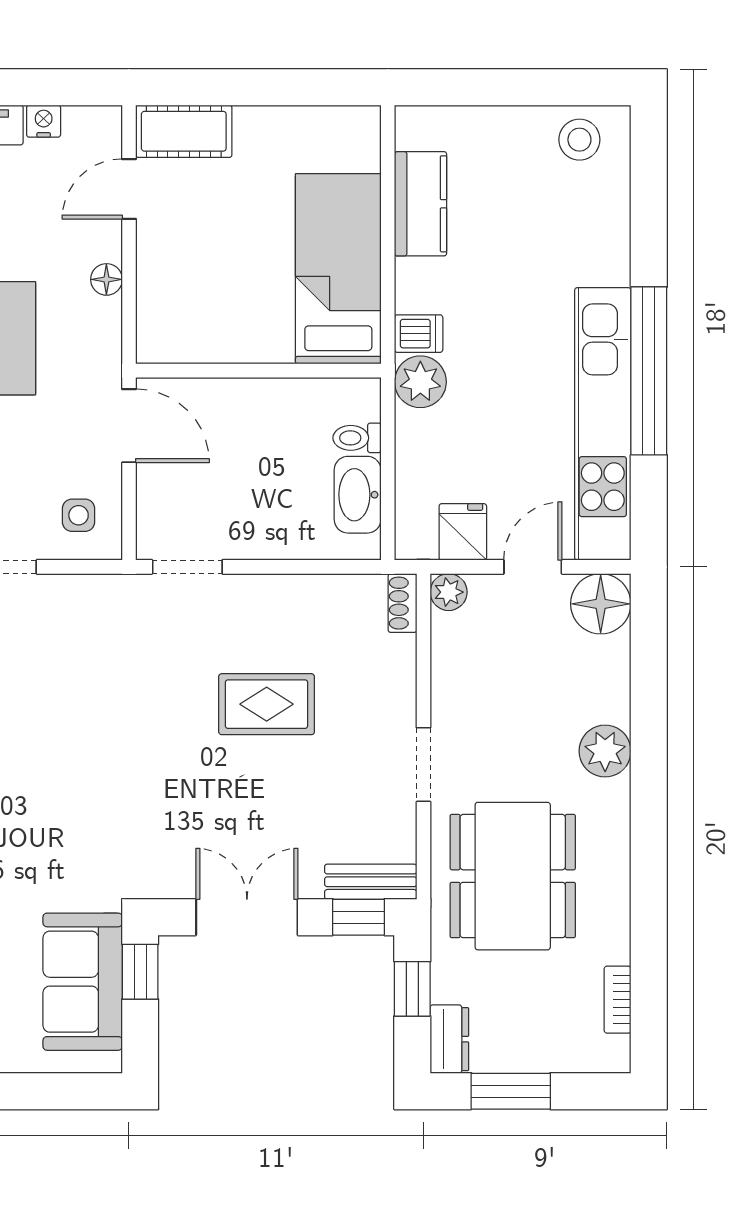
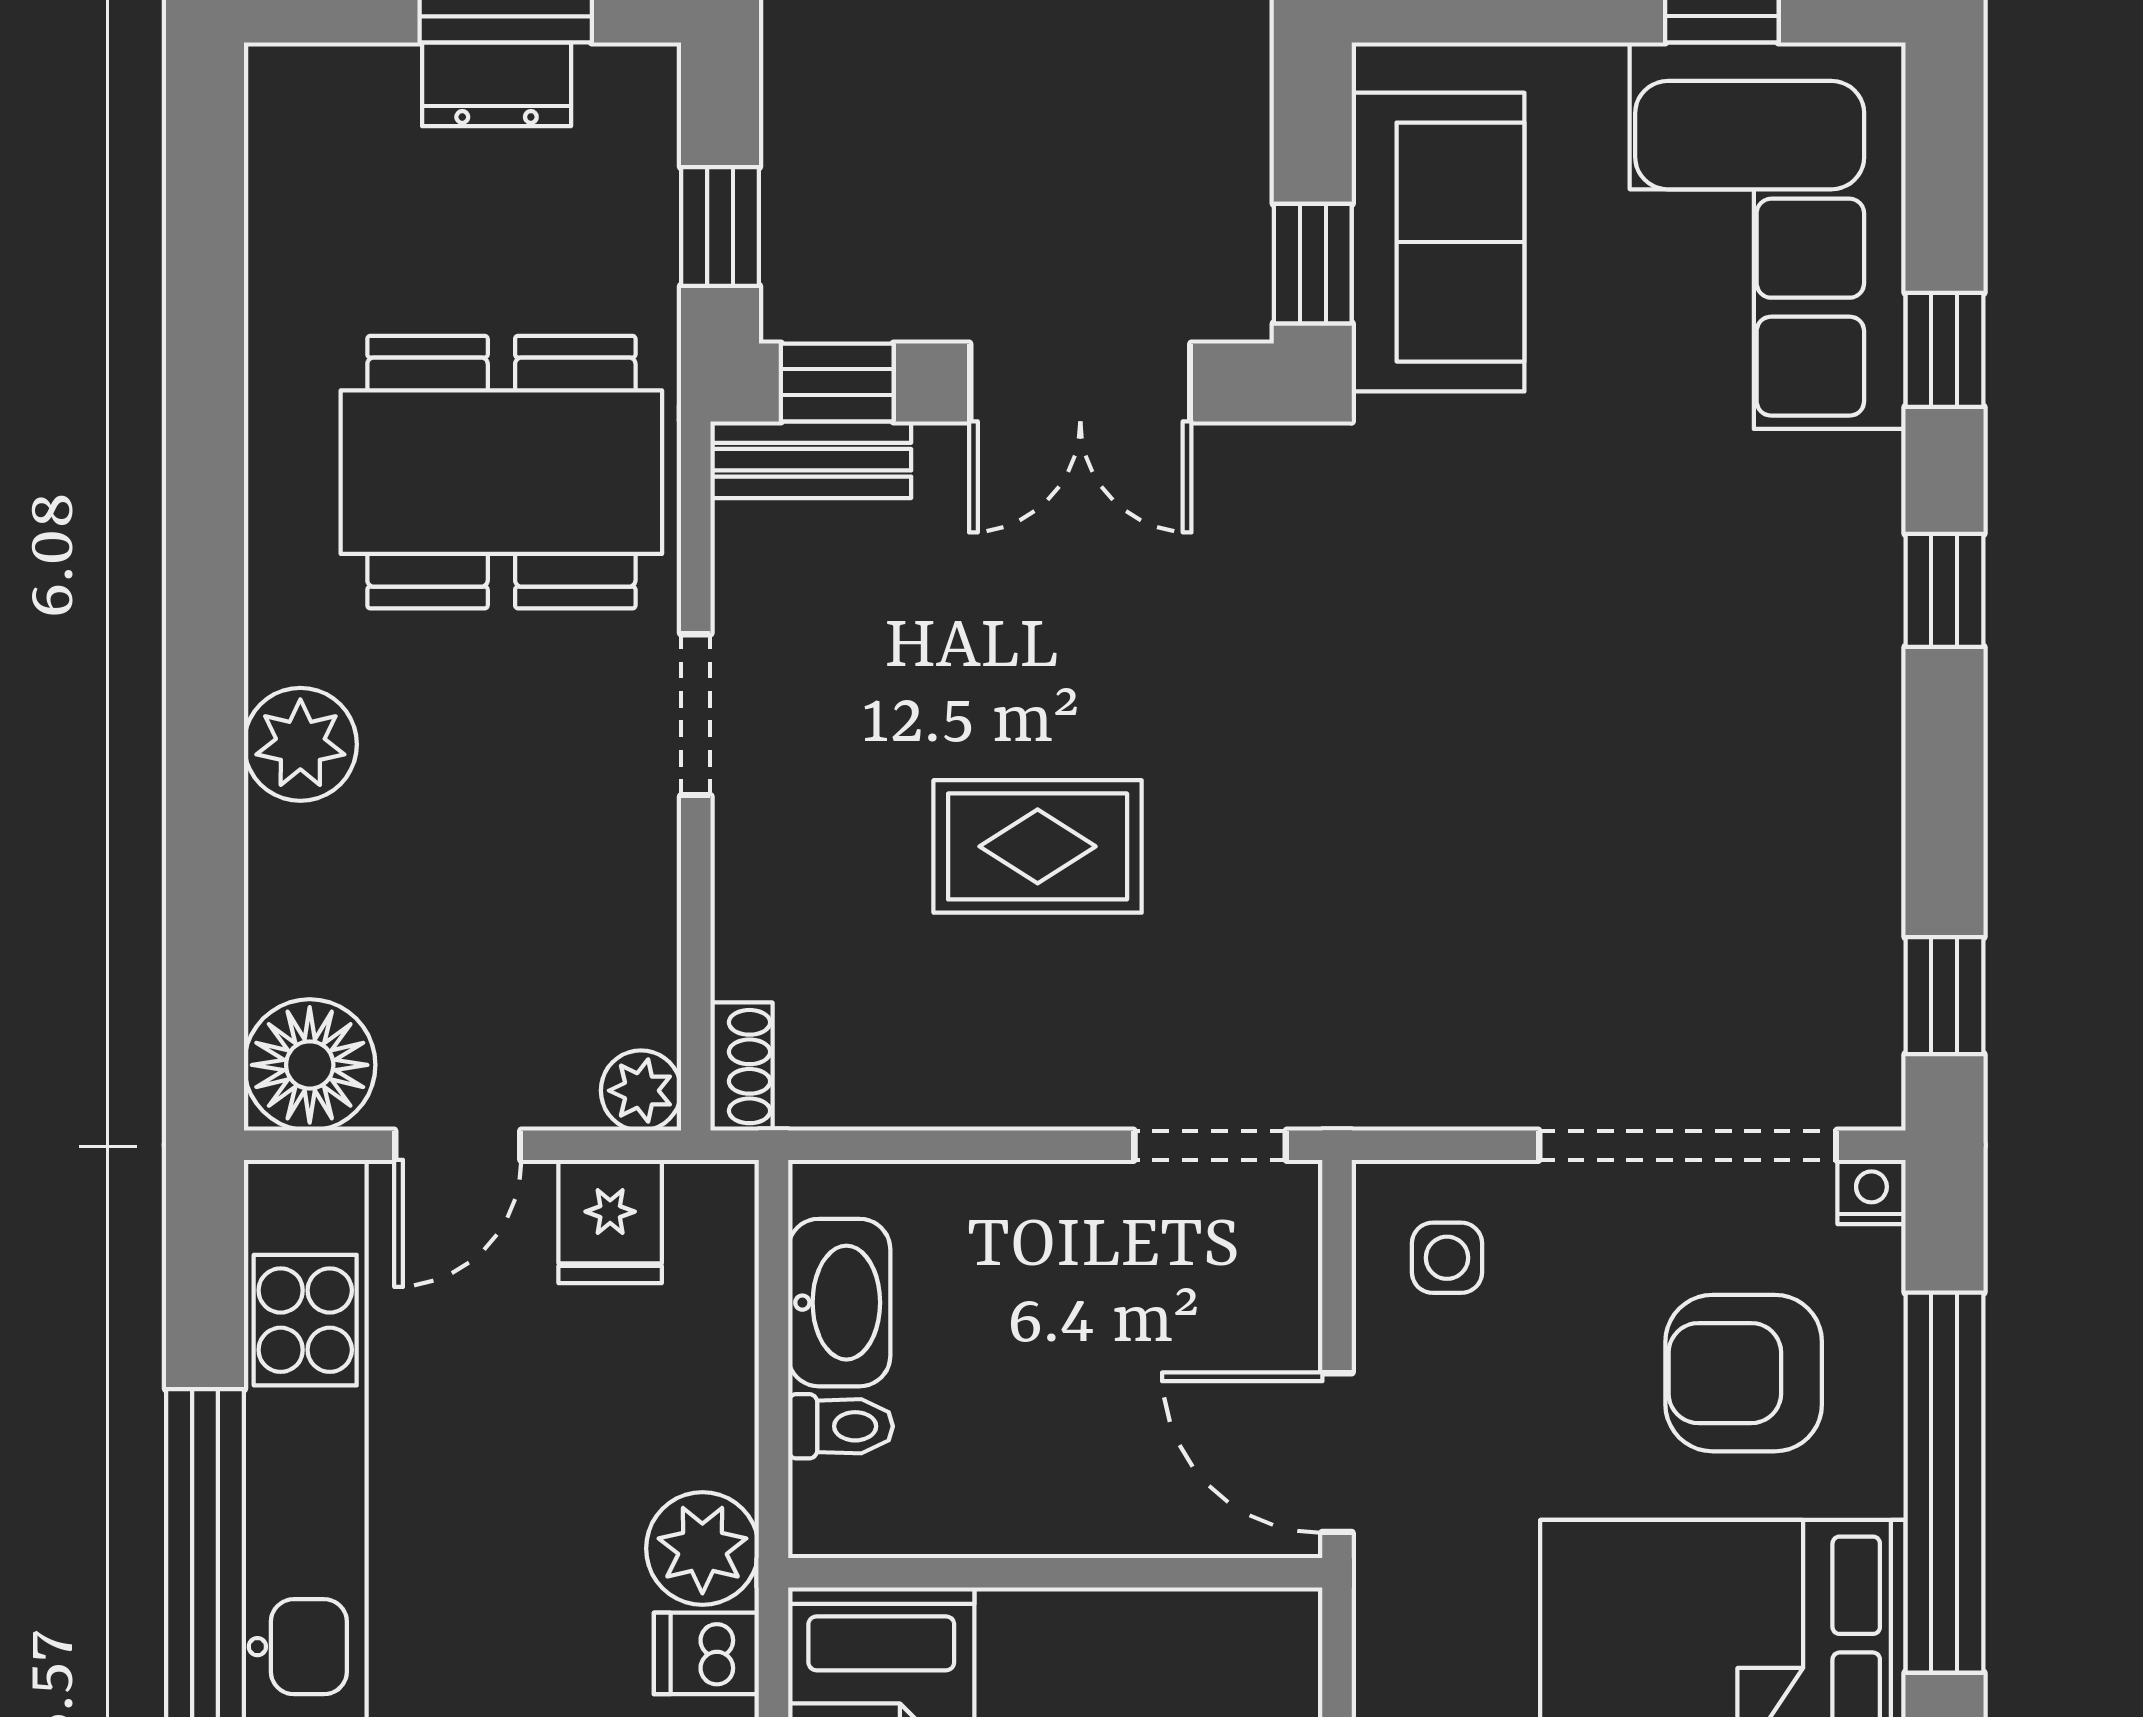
dining table: (513, 876) -> (501, 472), turned 90
bookcase: (618, 1000) -> (273, 203), removed
dresser: (449, 1039) -> (497, 84), moved, turned -90

